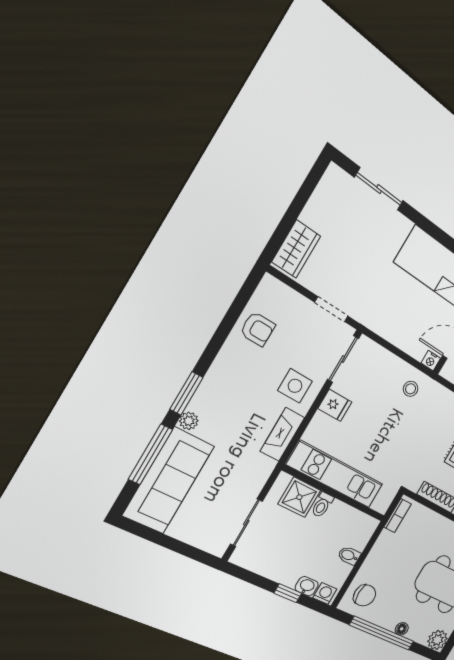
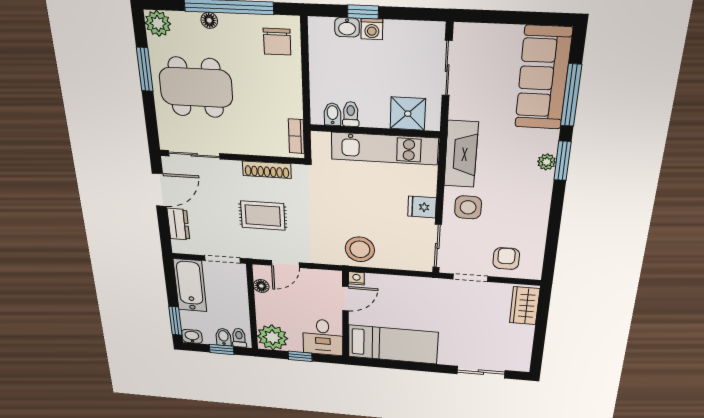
armchair: (258, 329) -> (506, 259), moved, turned 90
stool: (411, 389) -> (360, 249), width x1.89, depth x1.89
plant: (189, 421) -> (547, 162), moved
fireplace: (282, 434) -> (461, 154), width x1.37, depth x1.32
toilet: (322, 505) -> (351, 114), moved
bidet: (349, 556) -> (333, 114), moved, turned -90
washing machine: (325, 593) -> (372, 29), moved
chair: (365, 595) -> (277, 42), turned -90

